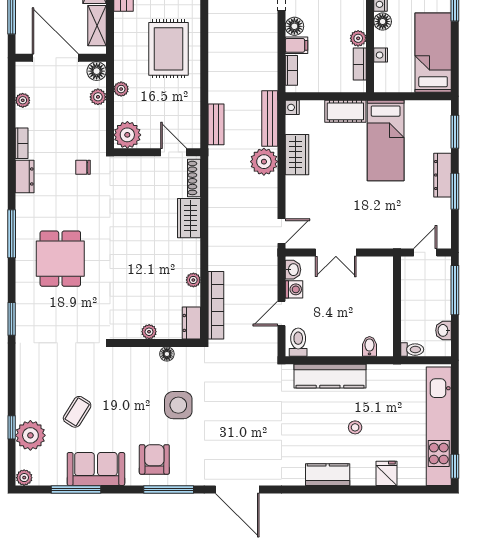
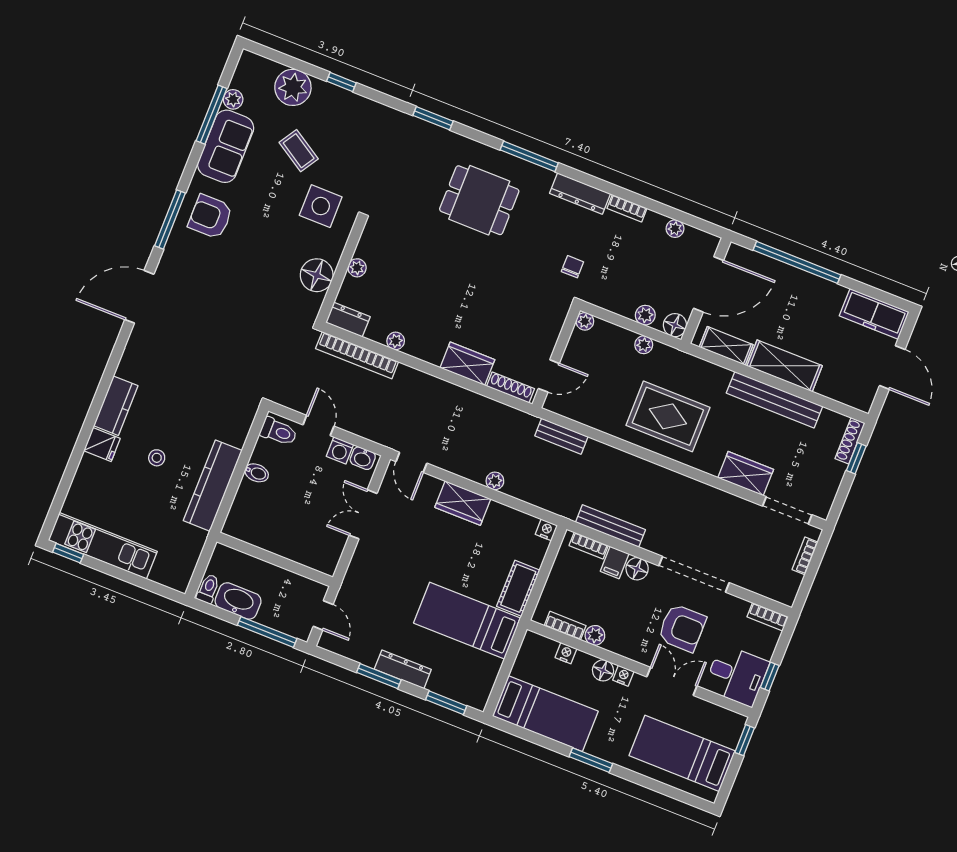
bench: (270, 119) -> (611, 526), moved
plant: (127, 135) -> (585, 321), width x0.53, depth x0.53
wardrobe: (297, 155) -> (463, 503), moved
plant: (264, 162) -> (495, 481), width x0.53, depth x0.53
dresser: (25, 176) -> (580, 194), width x1.44
washbasin: (443, 330) -> (238, 601), width x1.91, depth x1.45
bidet: (369, 346) -> (257, 473), moved
toilet: (412, 350) -> (208, 589), moved, turned 180
floor lamp: (167, 354) -> (317, 275), width x1.89, depth x1.89
kitchen counter: (330, 376) -> (213, 486), moved
side table: (178, 405) -> (321, 206), moved
kitchen unit: (439, 426) -> (103, 546), width x0.73
window: (12, 427) -> (341, 82), moved
armchair: (154, 459) -> (210, 217), turned 180
fridge: (386, 473) -> (102, 445), moved
plant: (24, 478) -> (233, 99), moved

